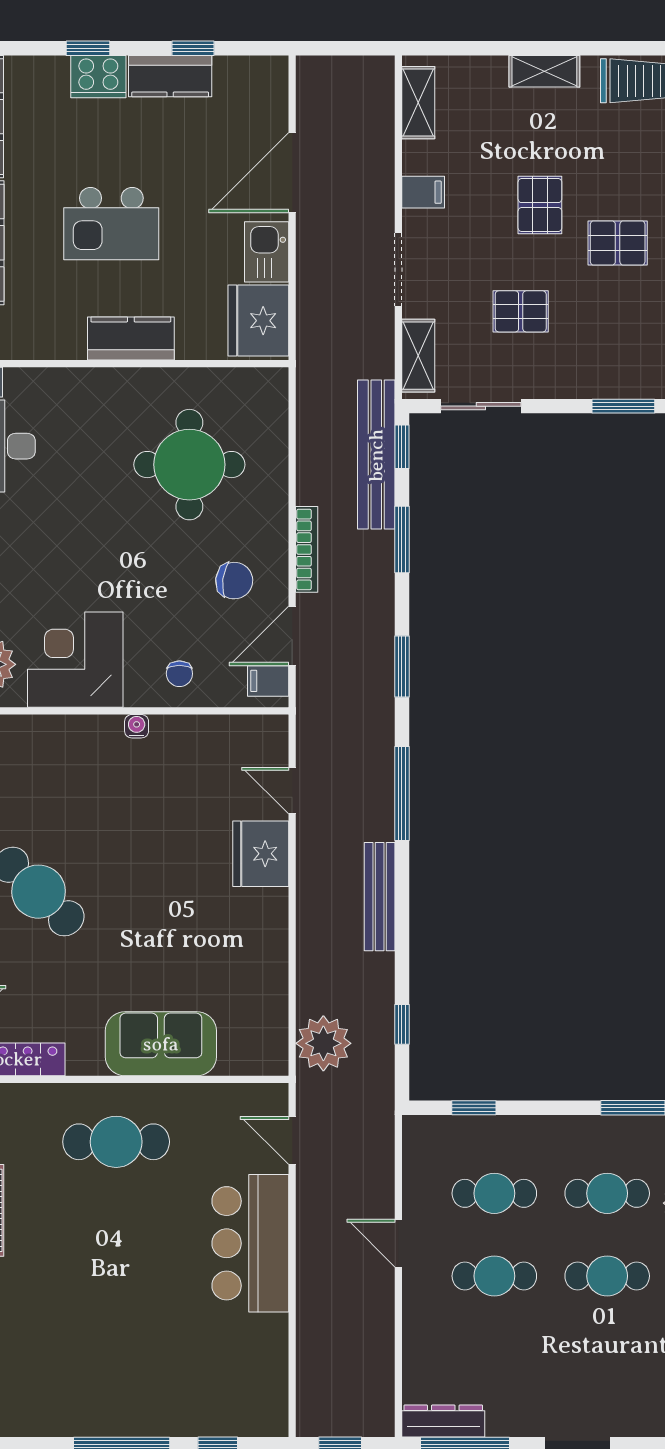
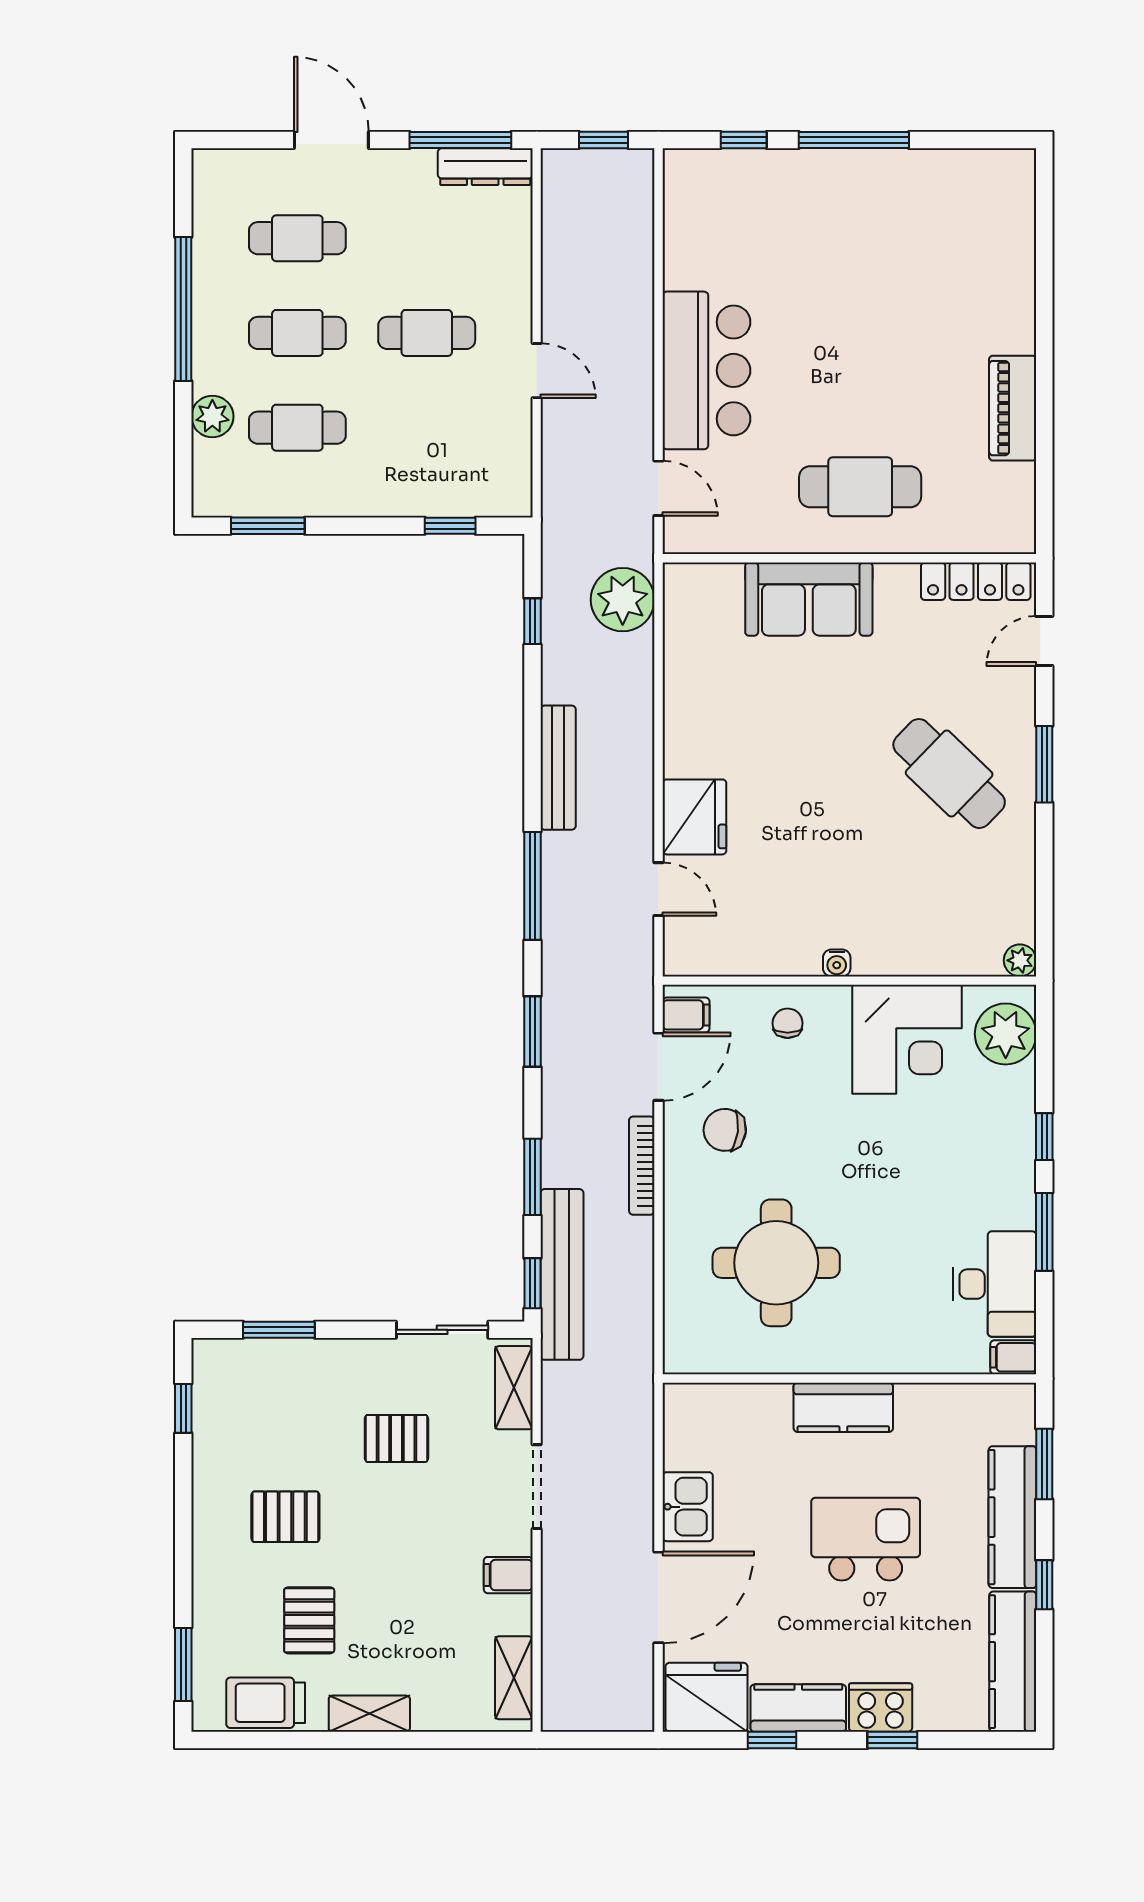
pallet: (540, 205) -> (309, 1620), moved
fridge: (258, 321) -> (707, 1697), moved, turned -90
cafe table: (494, 1193) -> (297, 238), moved

